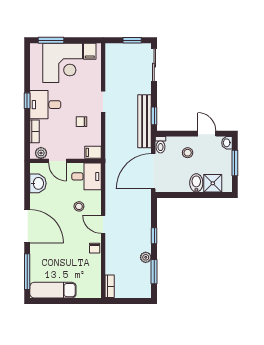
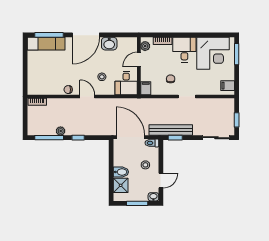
corner desk: (63, 63) -> (213, 53), moved, turned -90
window: (27, 101) -> (188, 35), removed
washbasin: (38, 183) -> (109, 44), moved
door: (103, 224) -> (87, 96), hinge flipped
window: (154, 272) -> (49, 138), width x1.44
exam couch: (53, 290) -> (46, 44), moved, turned 90

